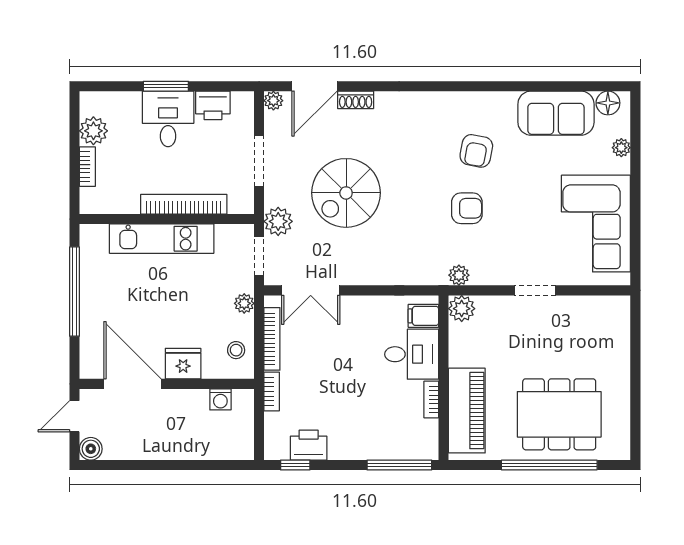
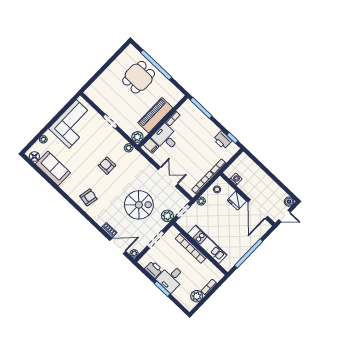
armchair: (476, 151) -> (89, 197), moved
double door: (311, 290) -> (168, 177), moved
piano: (467, 411) -> (155, 115), moved
dining table: (559, 414) -> (139, 77), width x0.73

